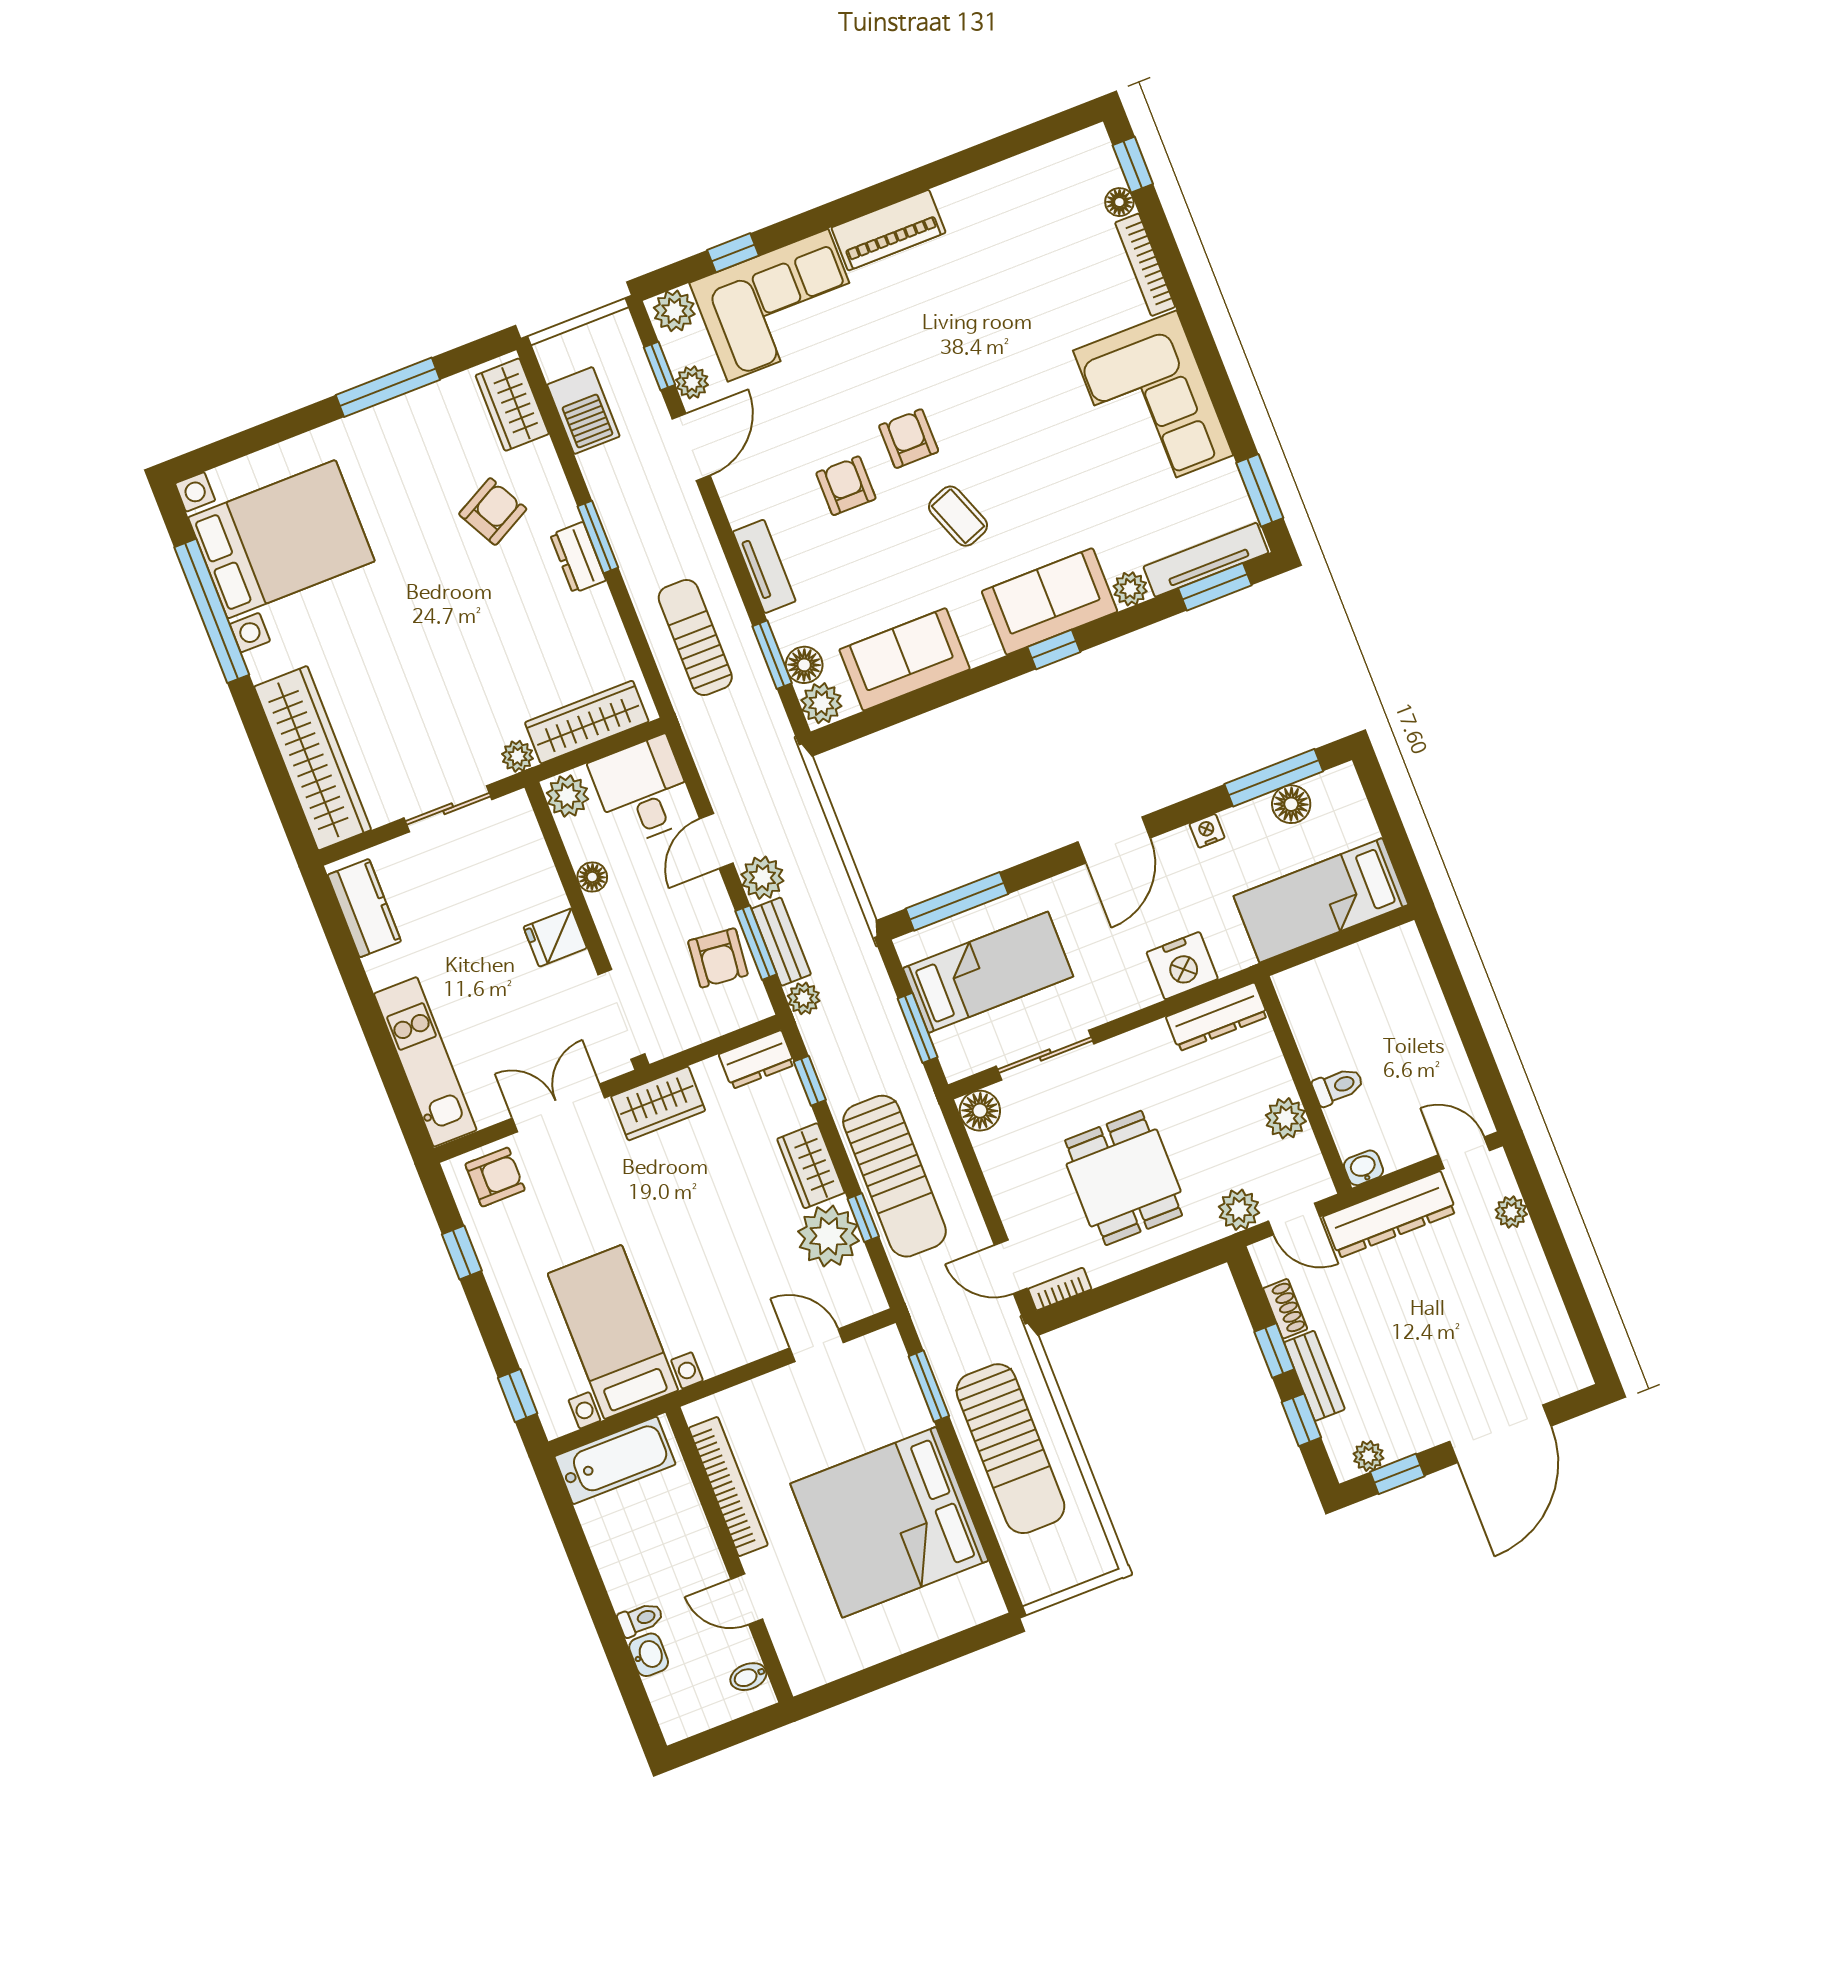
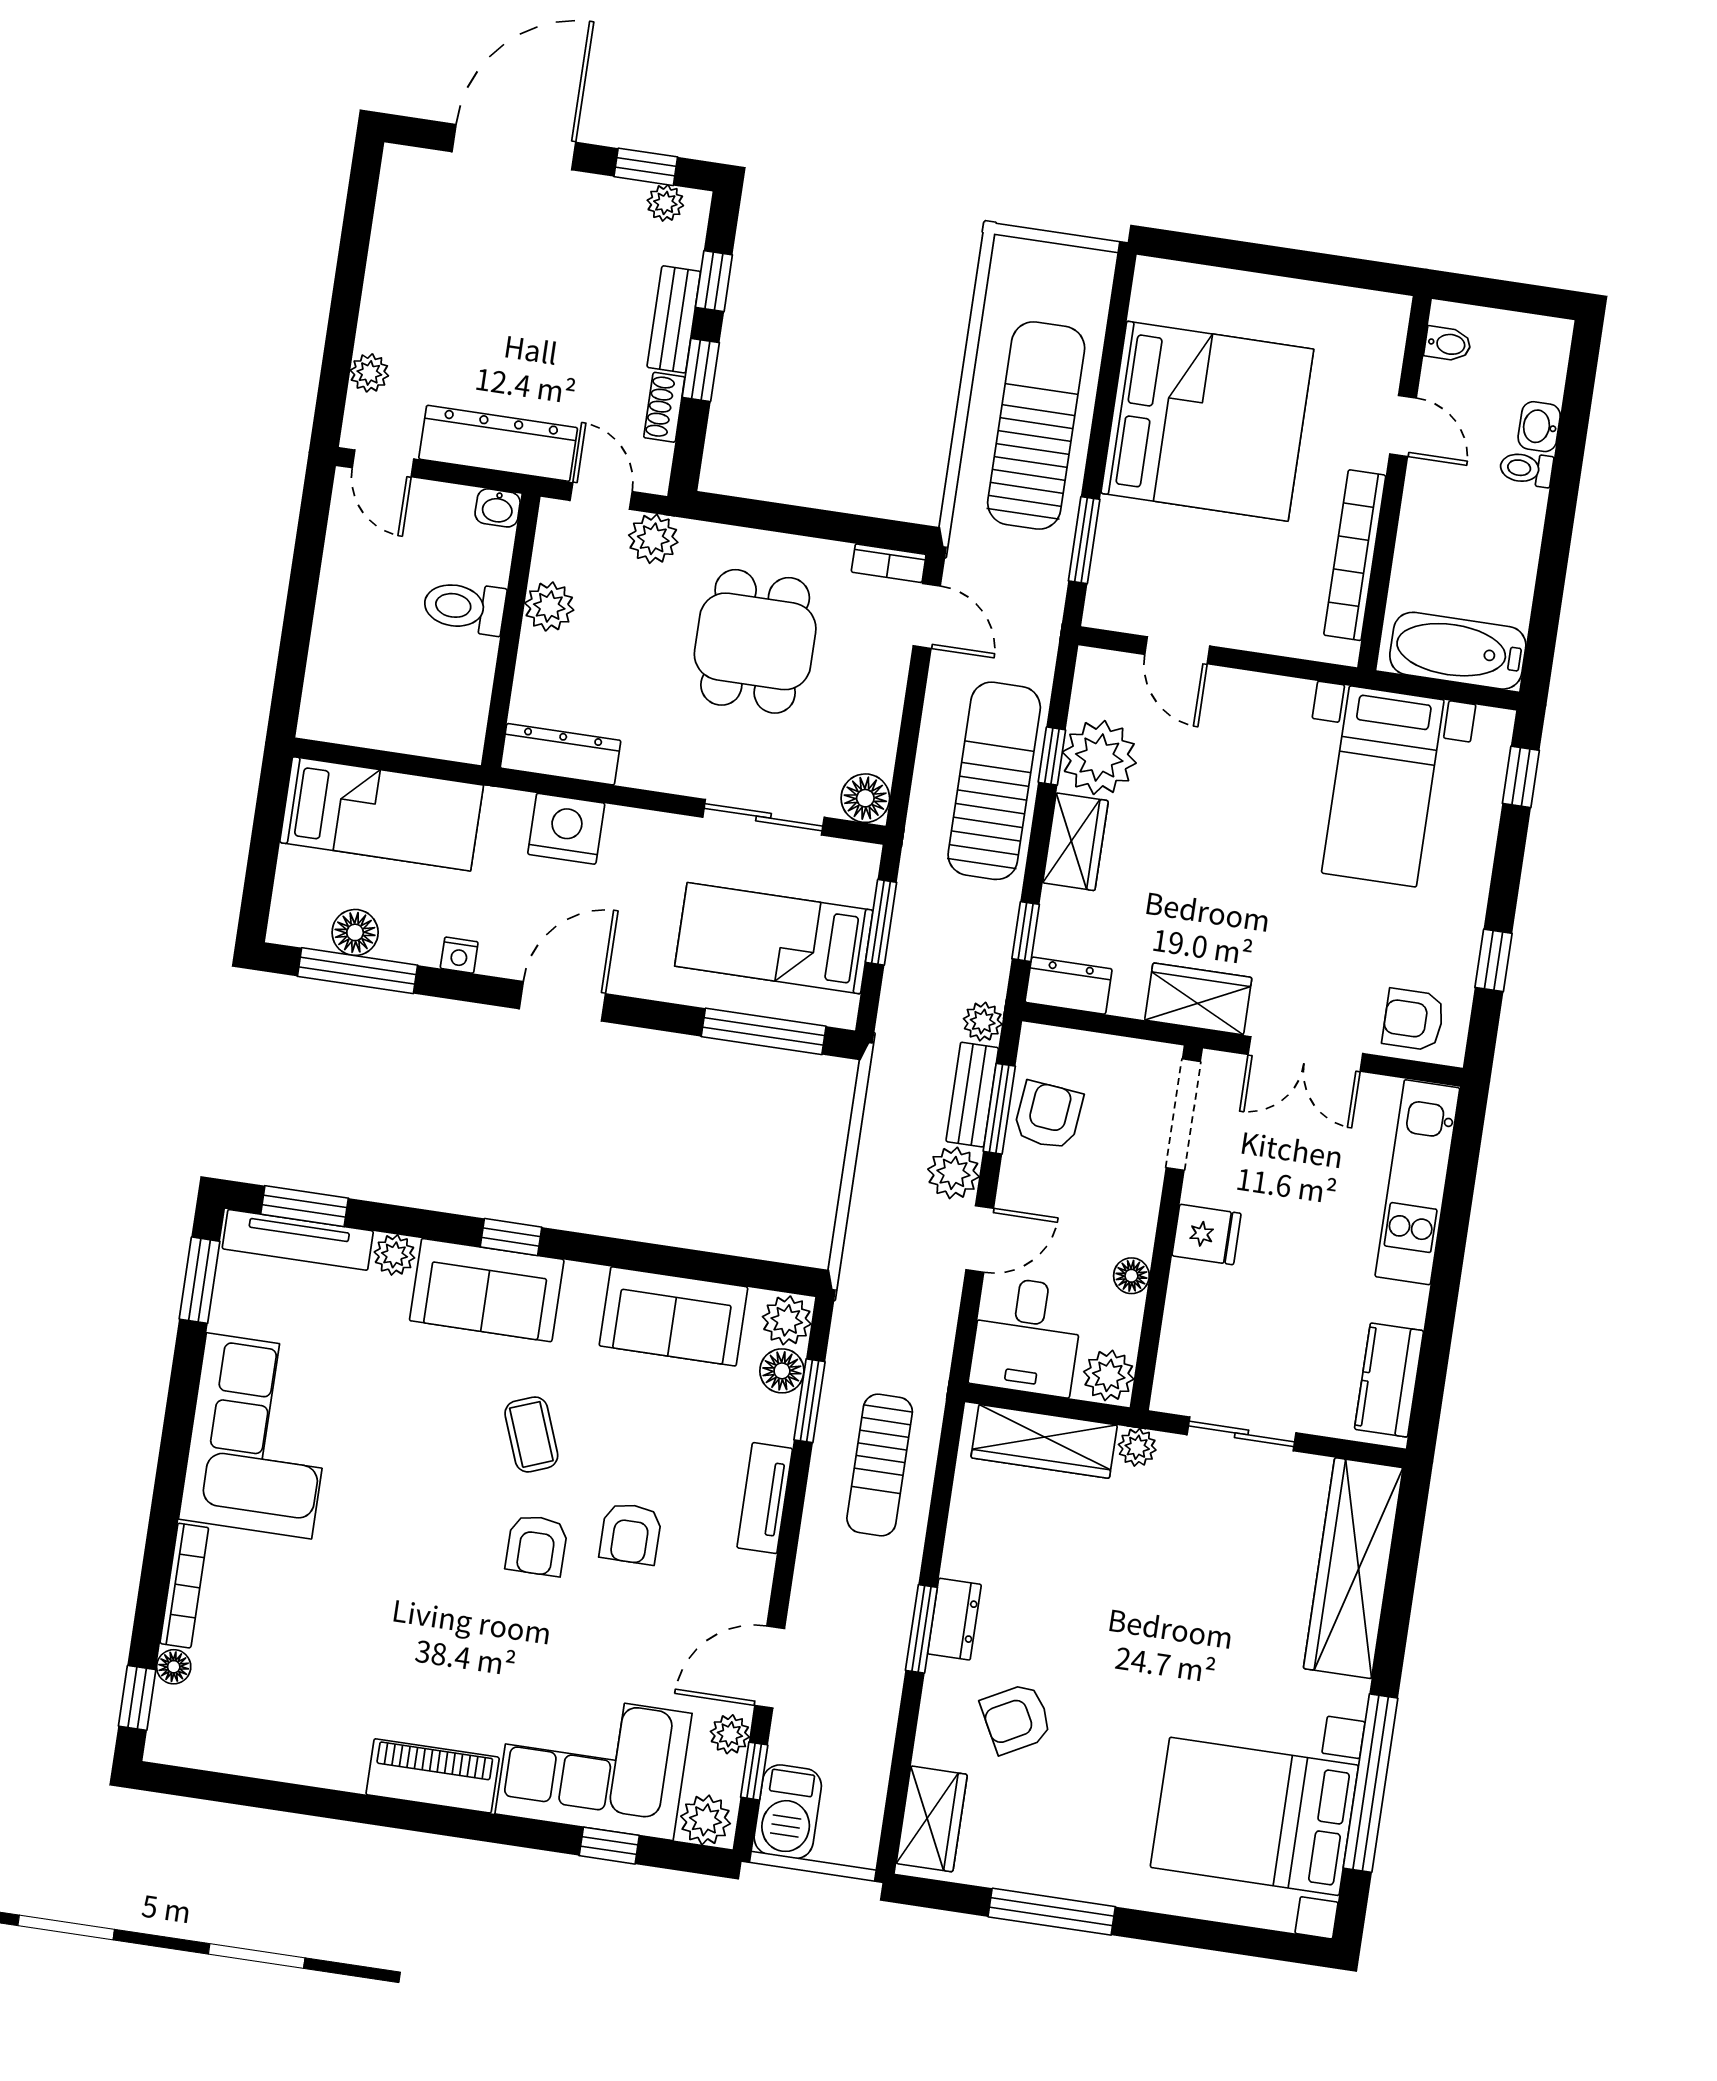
barbecue: (583, 410) -> (788, 1812), moved, turned 180
toilet: (1338, 1086) -> (464, 607), width x1.37, depth x1.39

